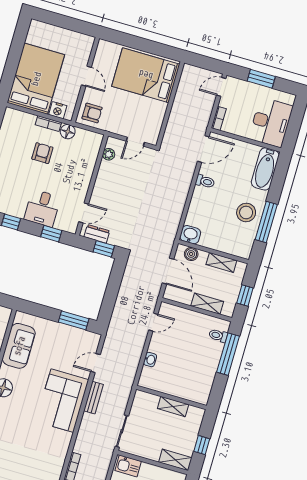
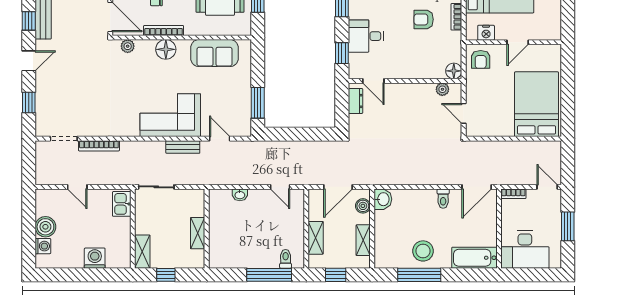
nightstand: (58, 110) -> (486, 33), moved, turned -90
floor lamp: (68, 132) -> (454, 71), moved
door: (203, 149) -> (477, 187), hinge flipped
armchair: (42, 153) -> (424, 19), turned 180
window: (104, 249) -> (342, 113), removed

